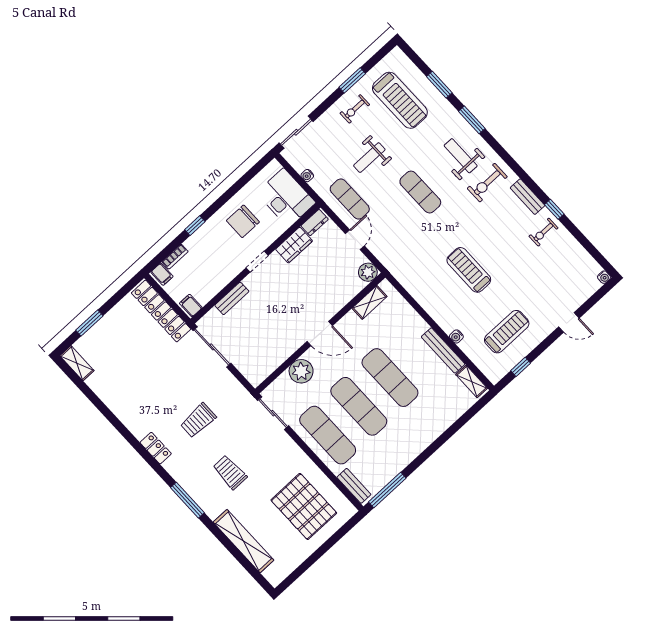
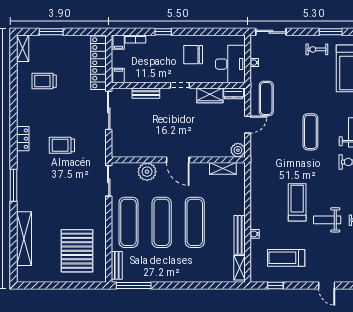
weight bench: (369, 158) -> (327, 220), moved
treadmill: (507, 332) -> (286, 258), turned 180
trolley: (230, 472) -> (44, 81), moved, turned -90

